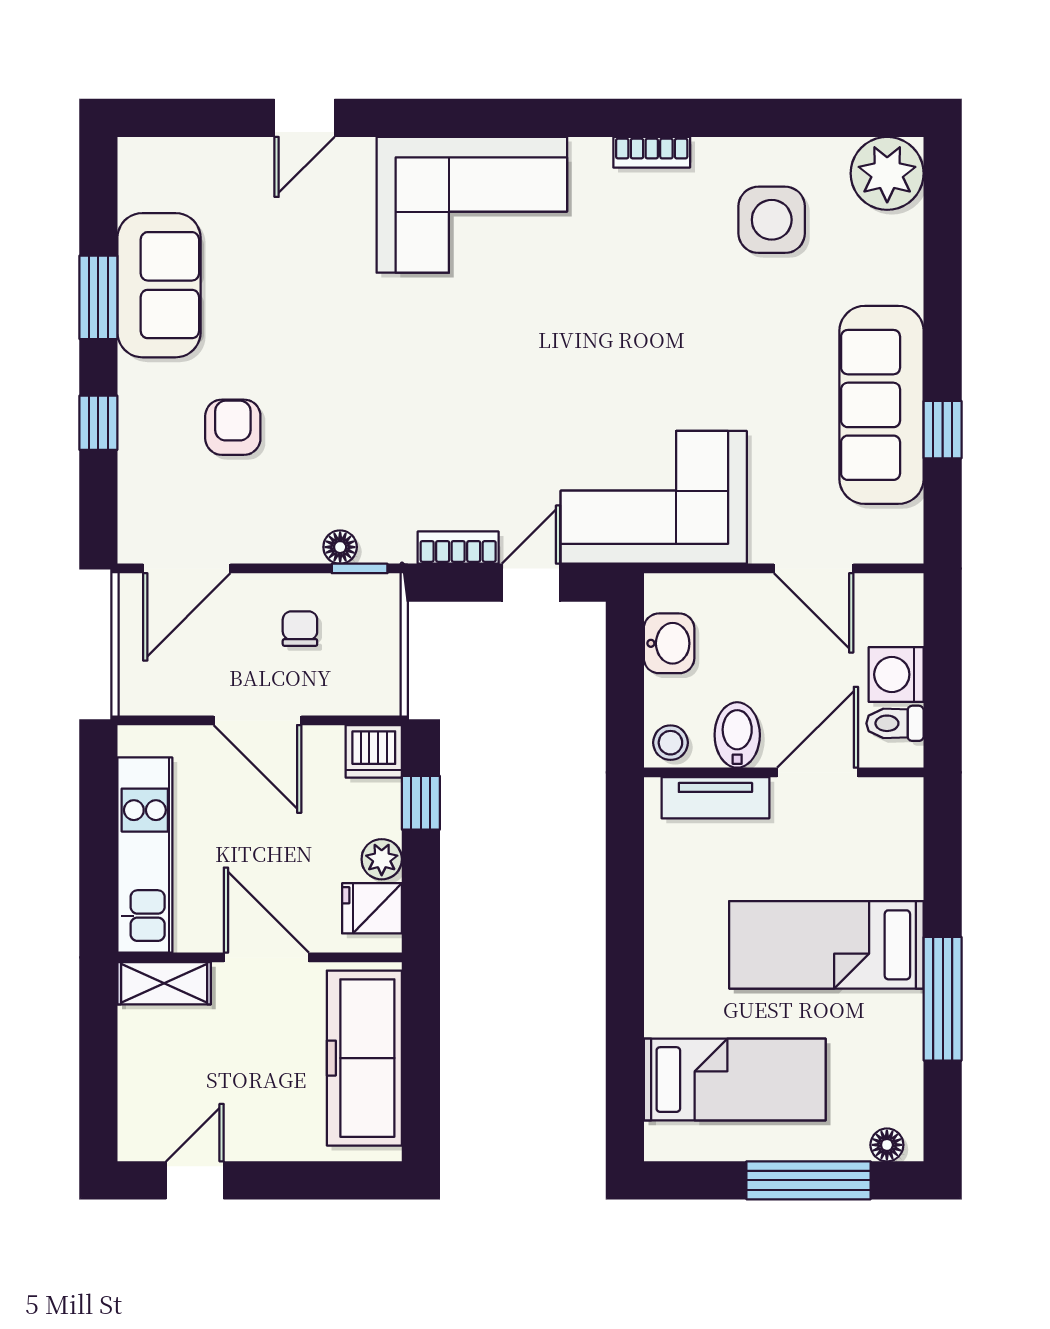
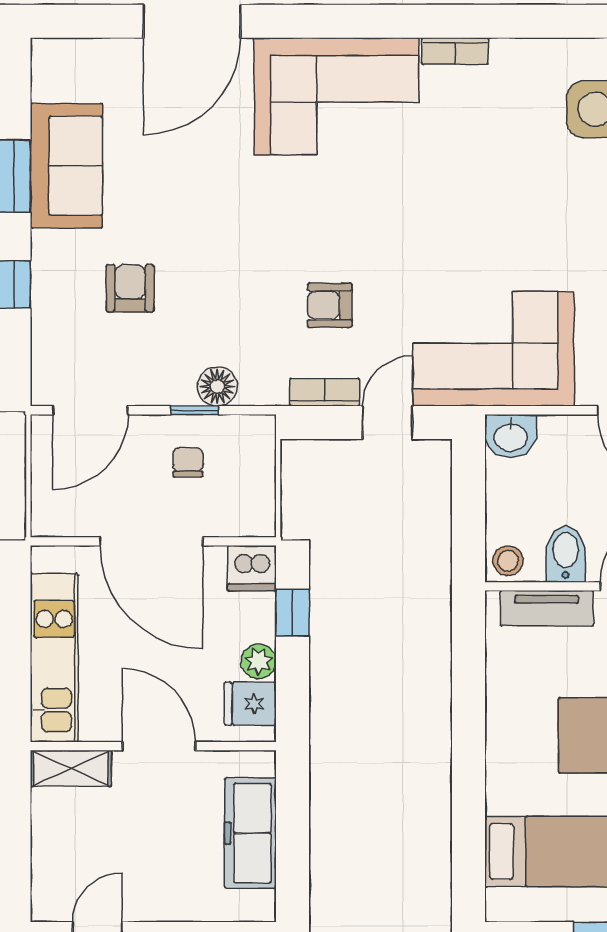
door: (304, 118) -> (192, 21), width x1.88
bookcase: (652, 152) -> (455, 51), moved
armchair: (464, 447) -> (330, 305), added
floor lamp: (340, 547) -> (217, 386), width x1.37, depth x1.37
window: (360, 568) -> (194, 410), moved
washbasin: (669, 643) -> (511, 436), moved, turned 90
door: (257, 720) -> (151, 541), width x1.36
freezer: (364, 1058) -> (250, 833), width x0.73, depth x0.79

